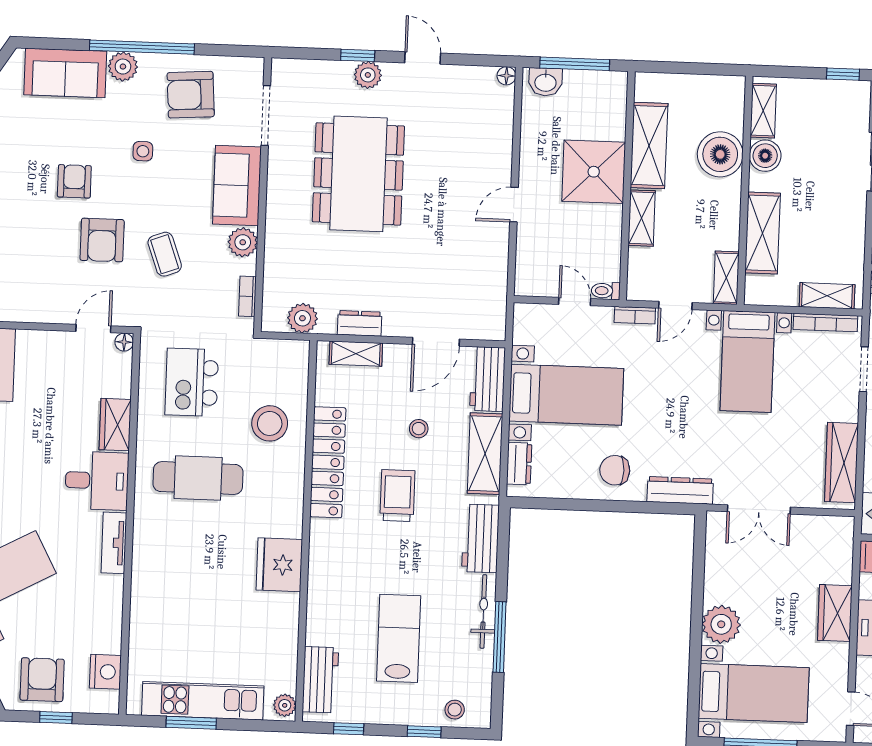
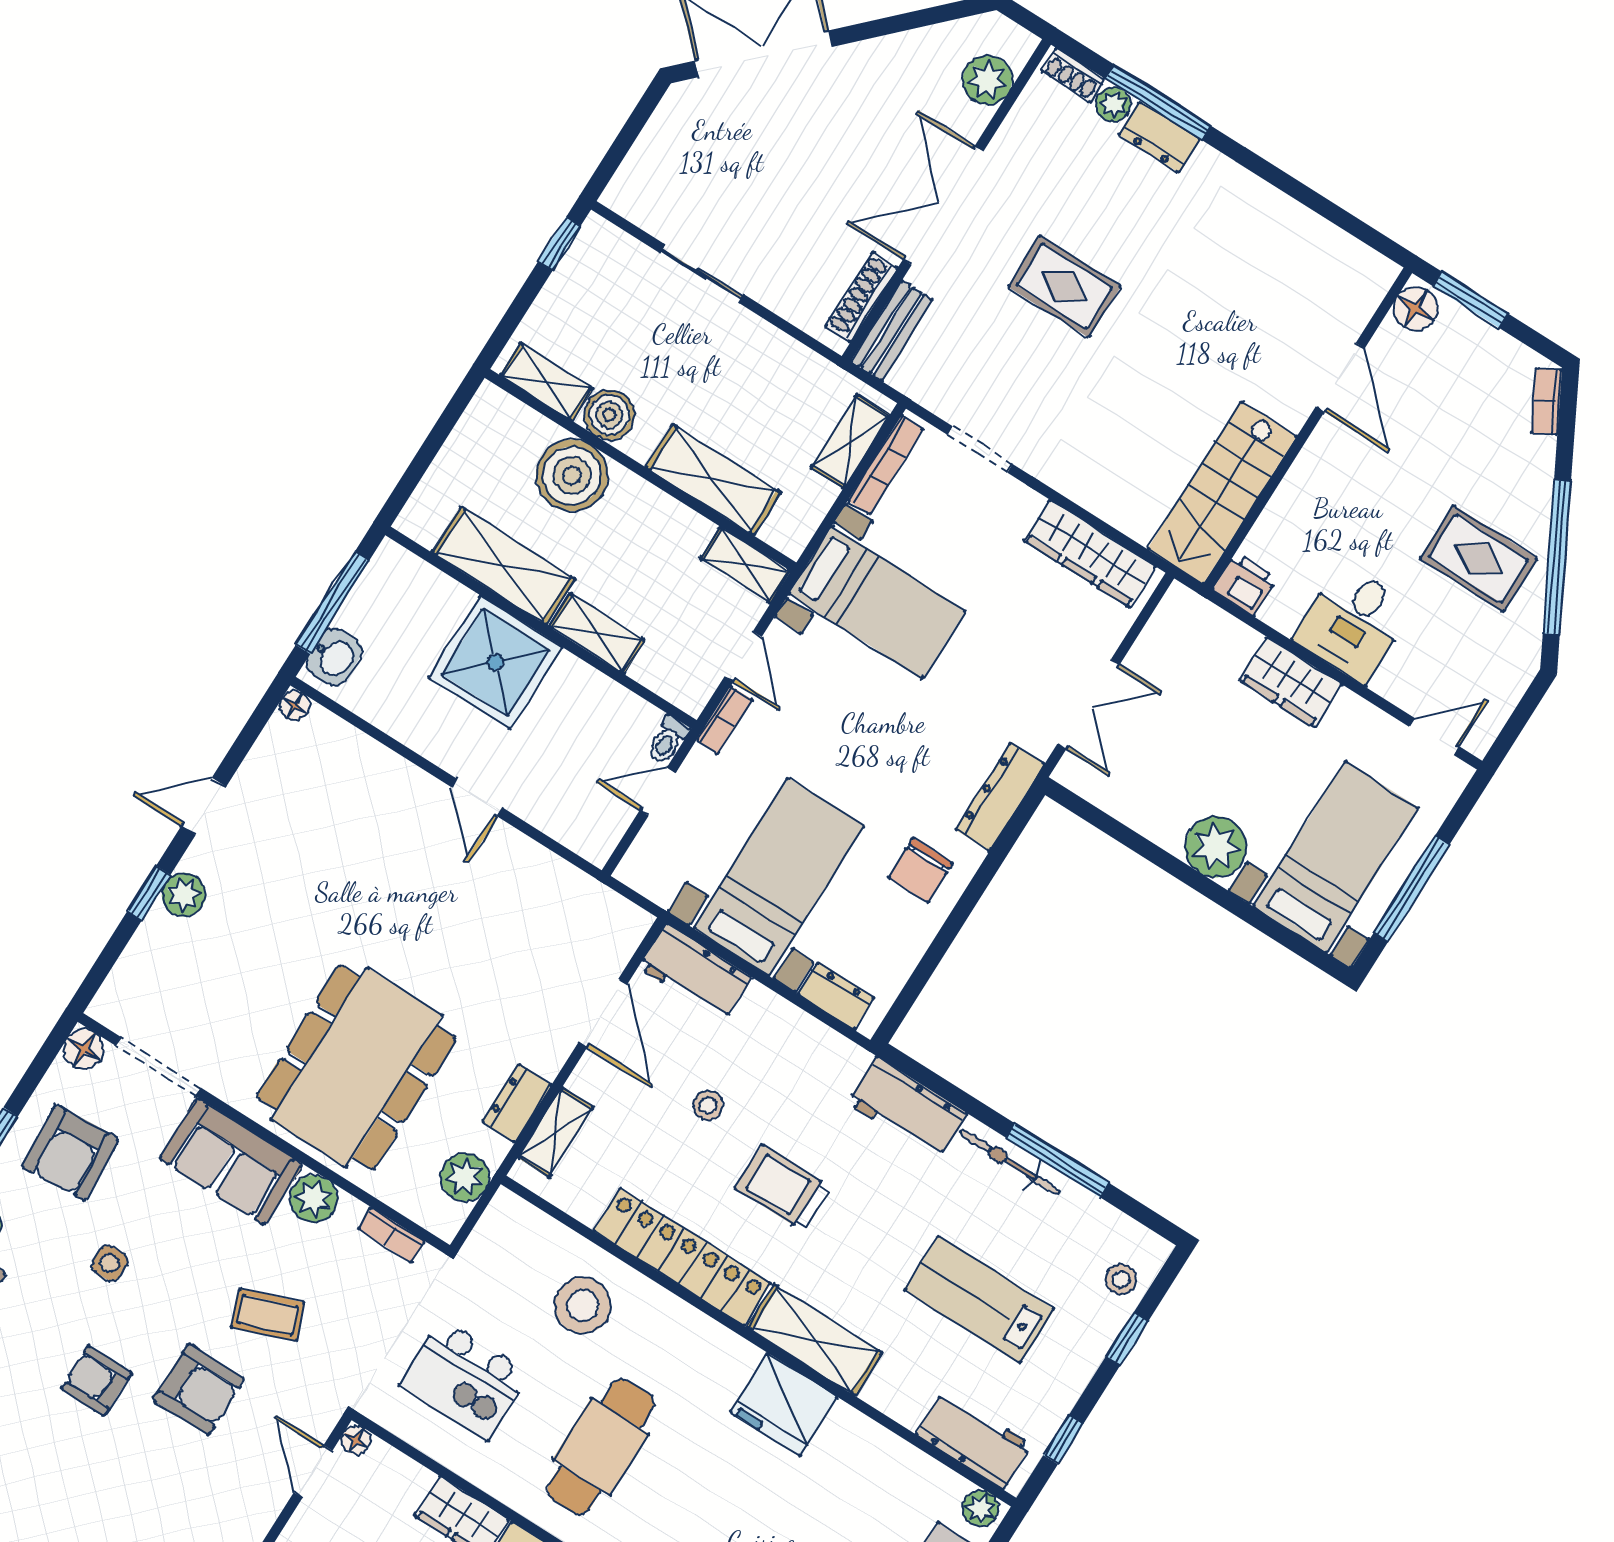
floor lamp: (252, 69) -> (84, 1049), added
dining table: (358, 174) -> (357, 1067), moved, turned 90
shelving: (485, 454) -> (815, 1340), moved

